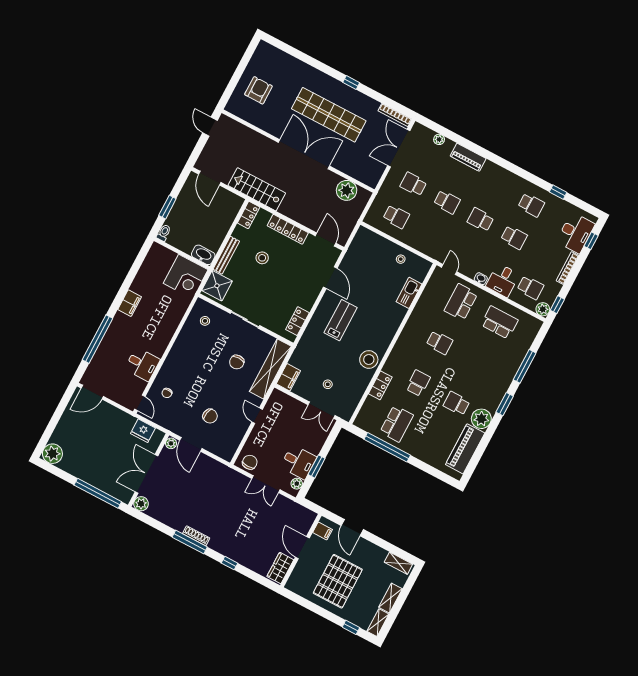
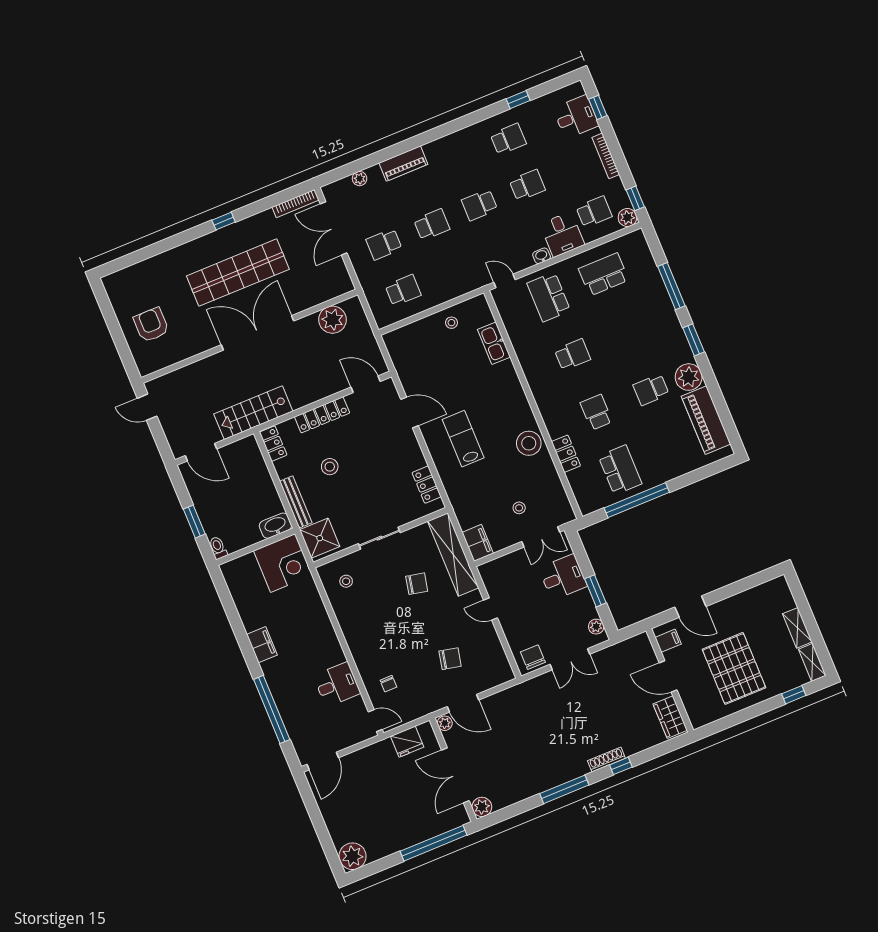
desk: (576, 233) -> (576, 117), width x0.73
chair: (237, 362) -> (417, 584), turned -78
desk: (298, 462) -> (563, 577), moved
shoe rack: (196, 536) -> (606, 759), moved
shelving: (398, 563) -> (768, 589), removed

